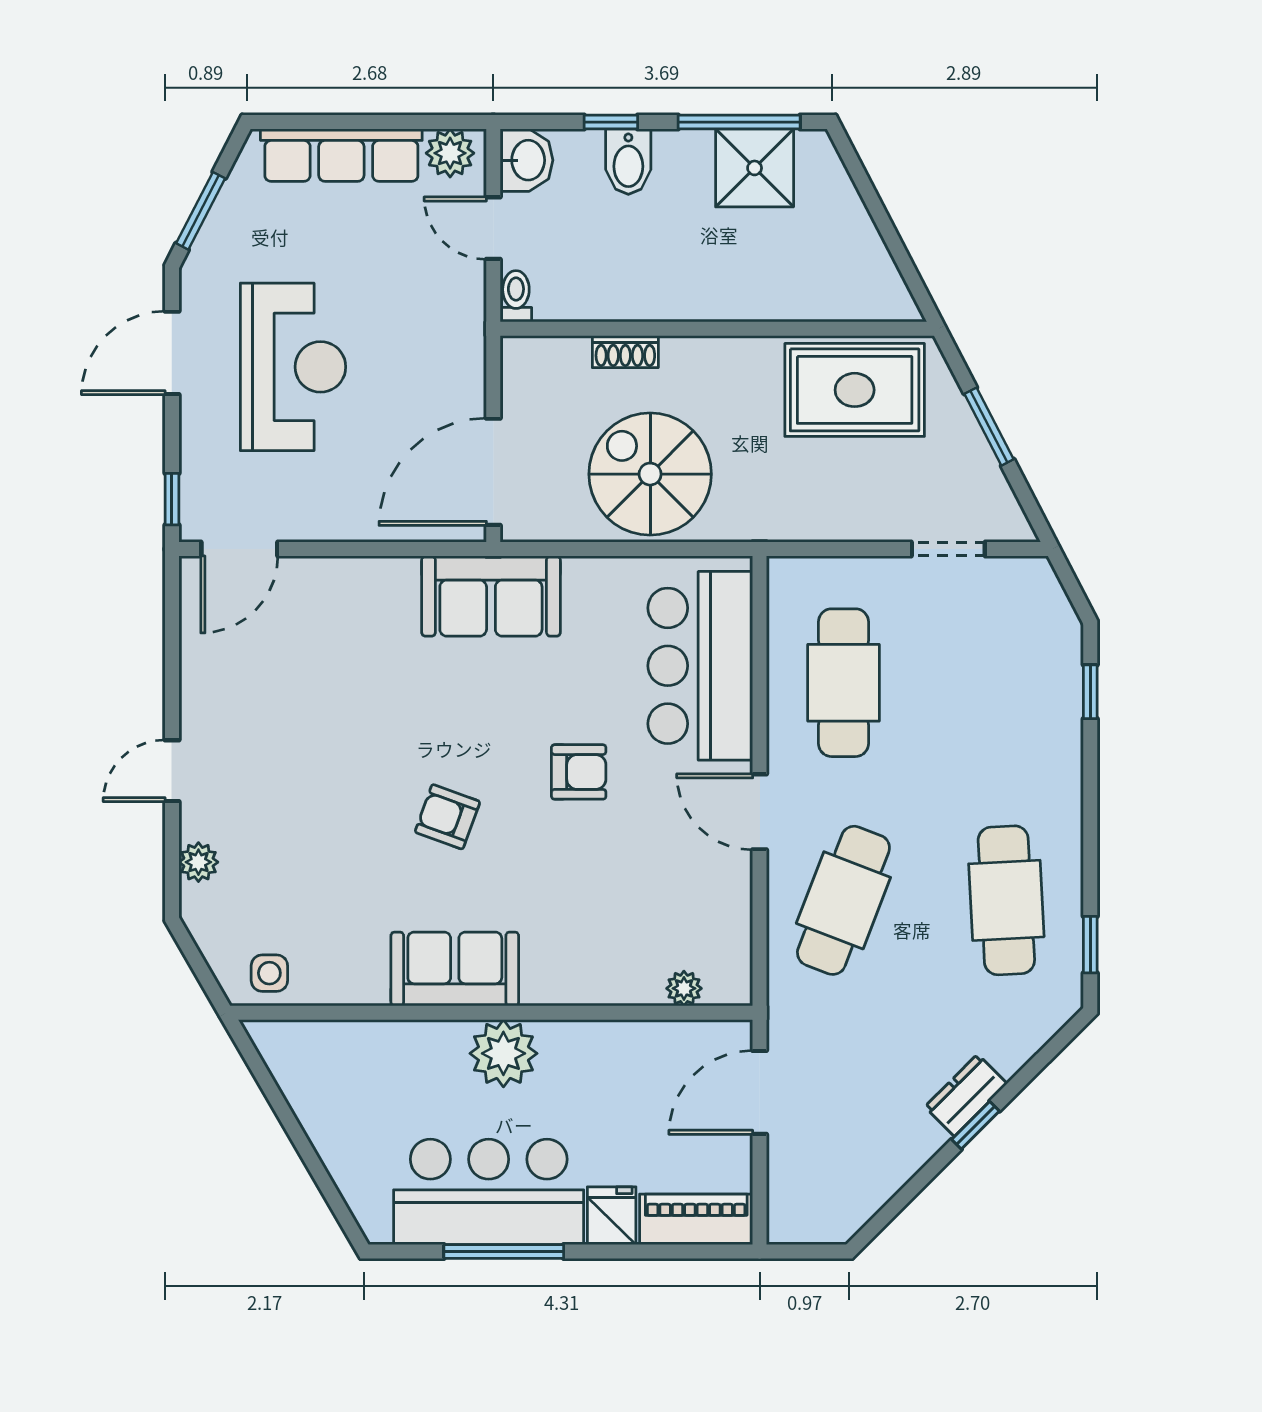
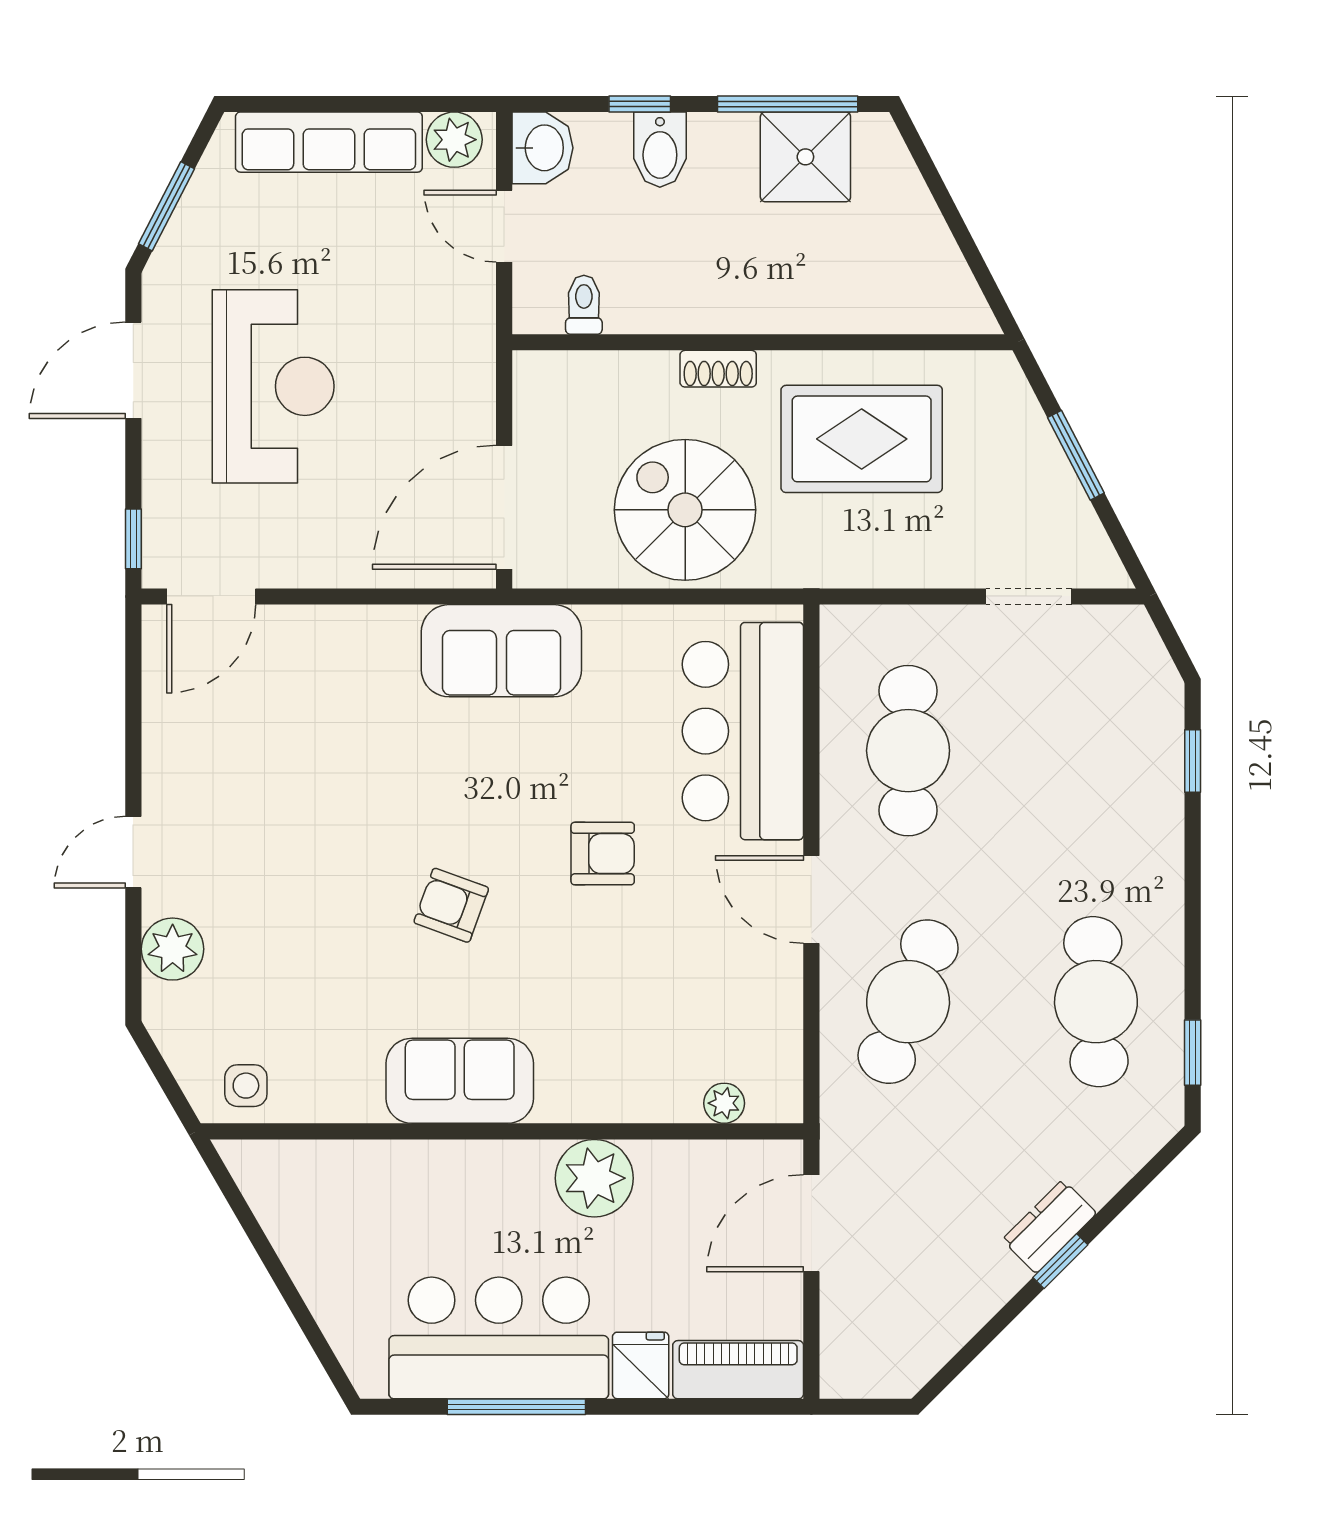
toilet: (516, 296) -> (584, 305), moved
shoe rack: (625, 352) -> (718, 369), moved
rug: (855, 390) -> (862, 439), moved
plant: (198, 862) -> (173, 949), width x1.38, depth x1.38
plant: (503, 1053) -> (594, 1178), moved

